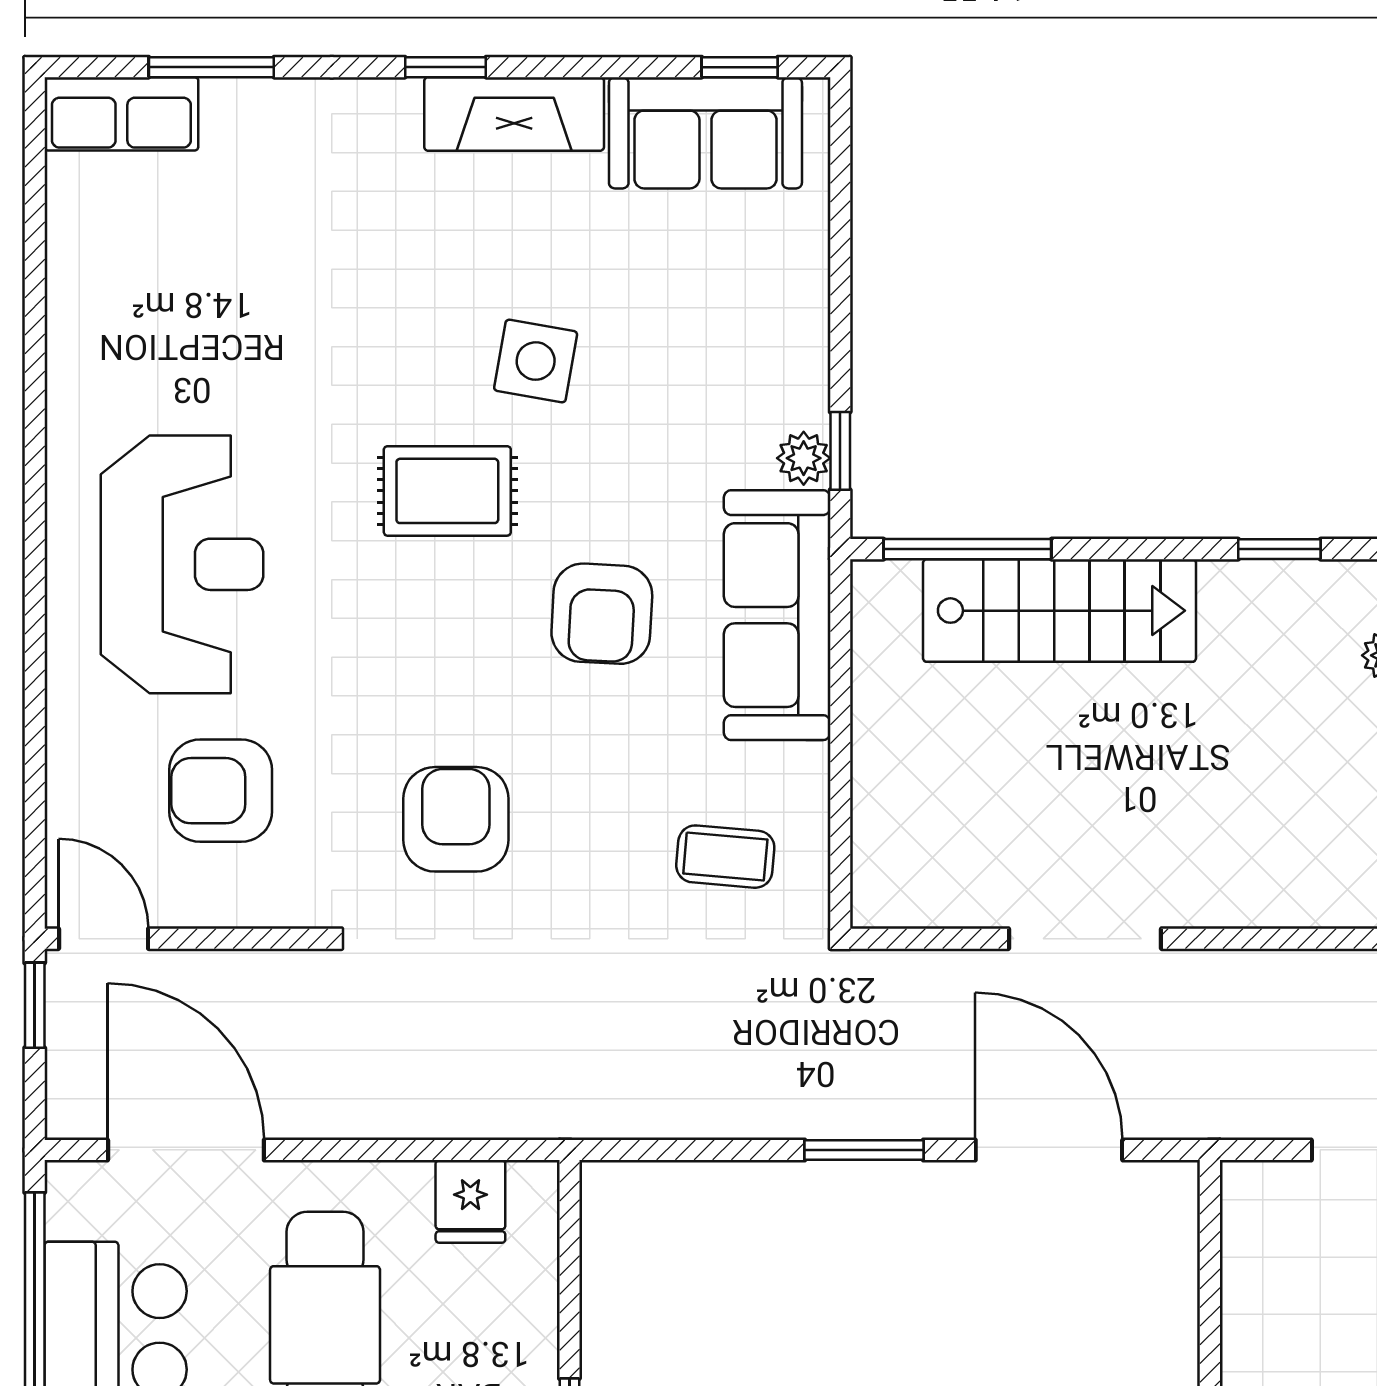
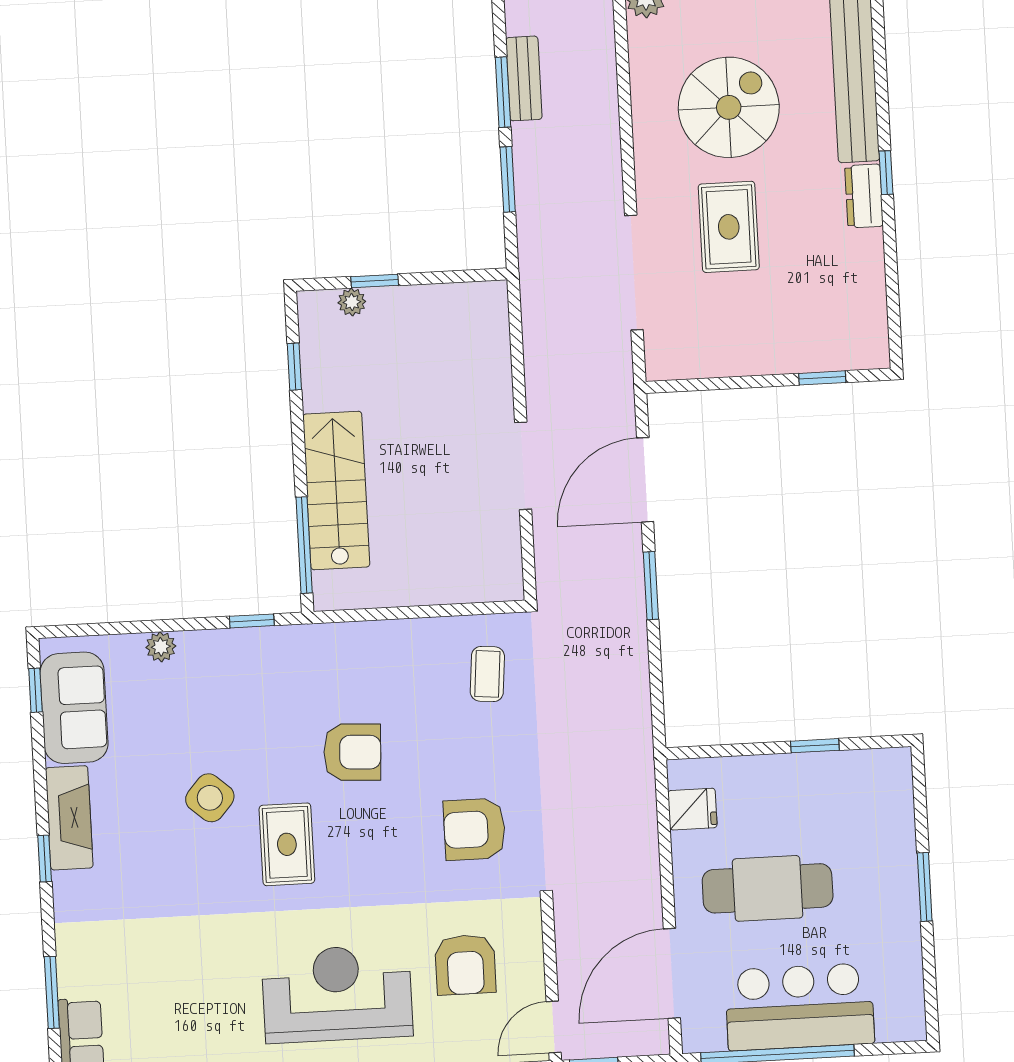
side table: (536, 361) -> (210, 798), turned 31
plant: (804, 458) -> (161, 647), moved
sofa: (777, 615) -> (348, 652), removed

